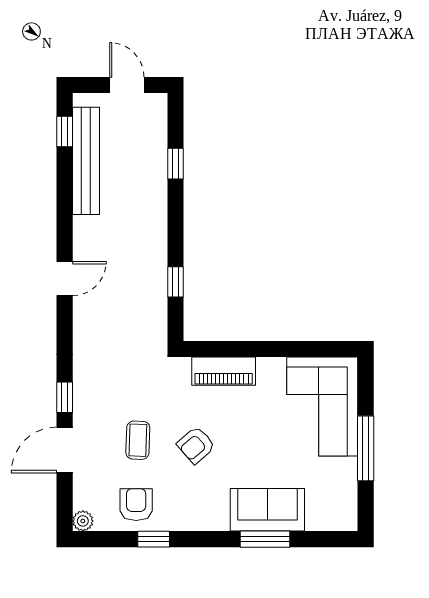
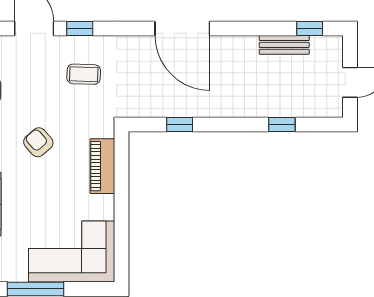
bench: (86, 161) -> (284, 45), width x0.54, depth x0.82
door: (65, 279) -> (182, 29), width x1.87
coffee table: (138, 440) -> (84, 74), moved

